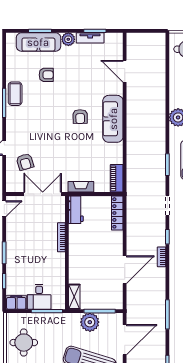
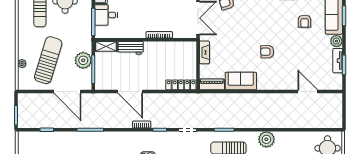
door: (125, 71) -> (308, 92), hinge flipped
sofa: (113, 119) -> (241, 81), moved, width x0.73
workbench: (76, 210) -> (131, 48), moved

